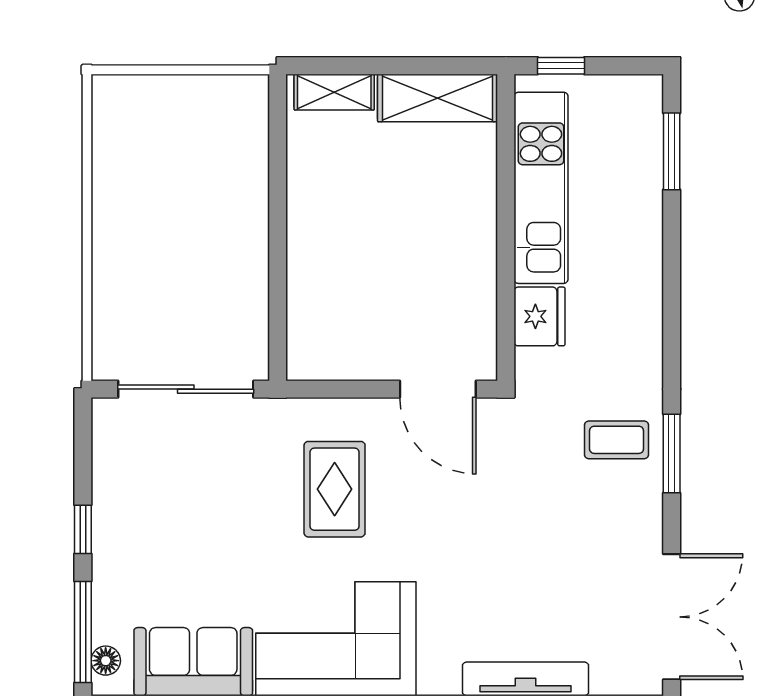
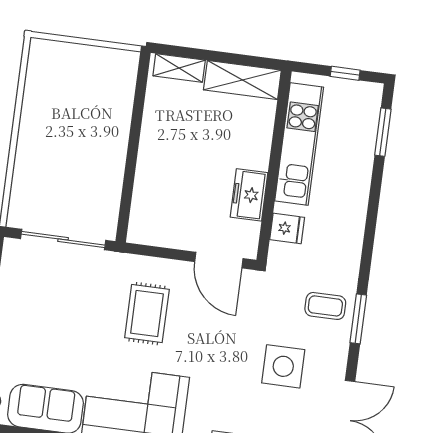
window: (561, 66) -> (345, 73), moved
freezer: (472, 279) -> (249, 195), added
fridge: (539, 316) -> (287, 228), width x0.72
side table: (562, 545) -> (283, 366), added

